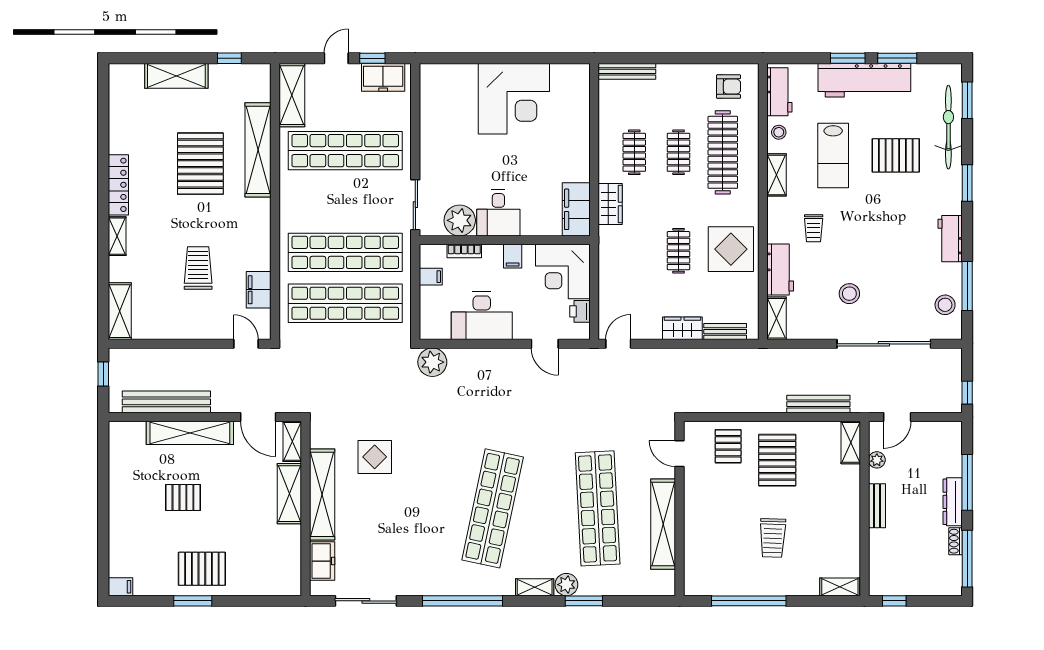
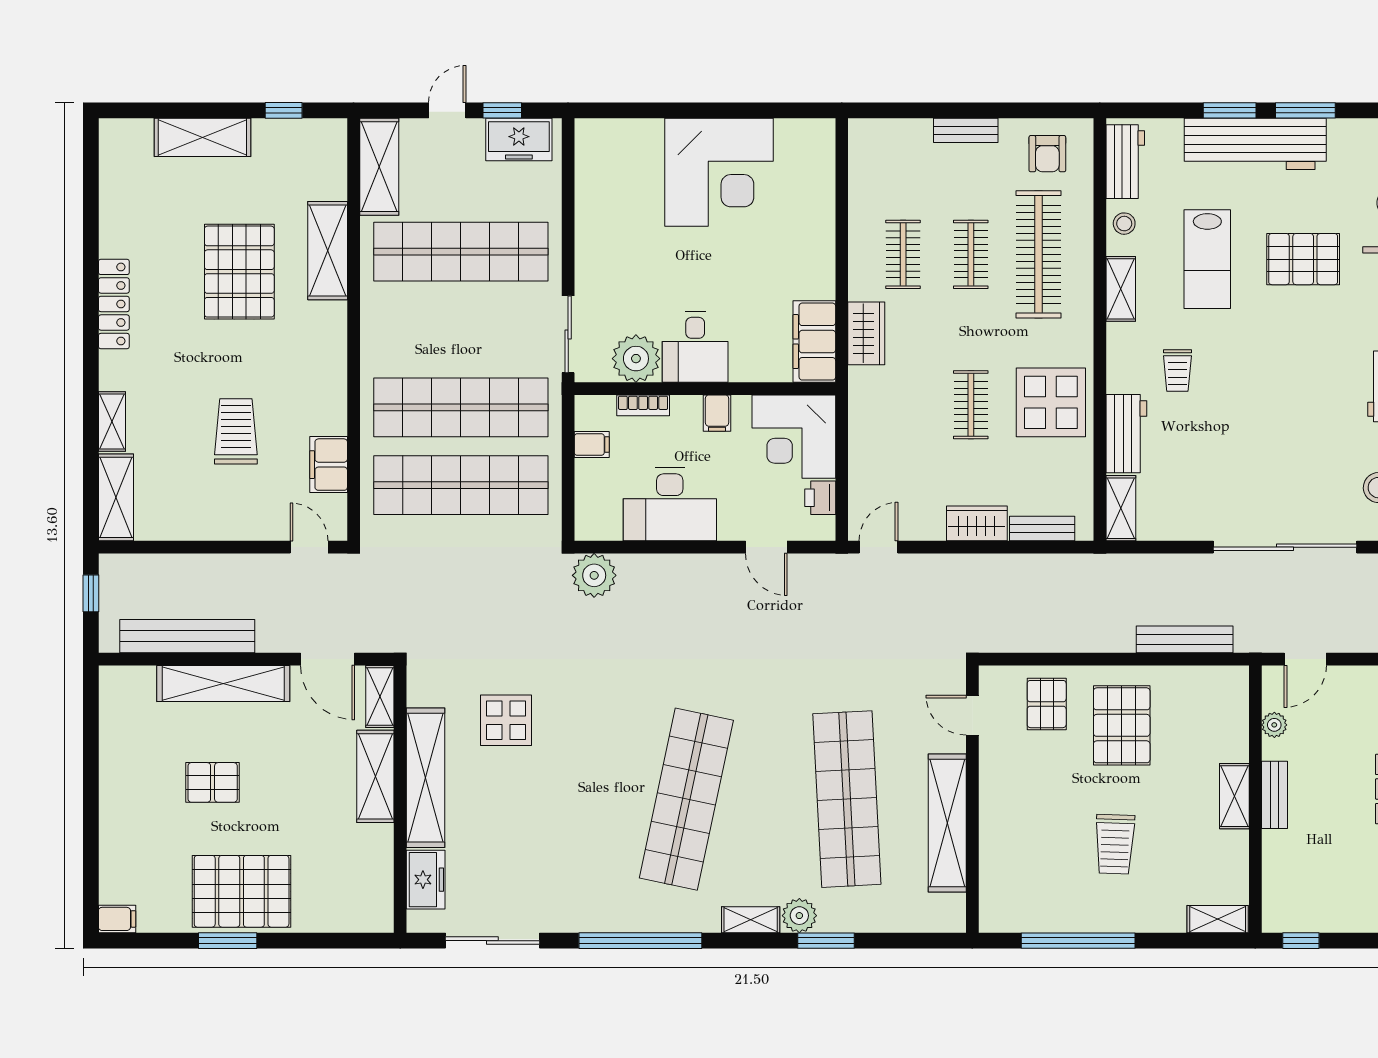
bench: (627, 71) -> (966, 130), moved, width x0.73
armchair: (729, 87) -> (1047, 154), turned 90
shelving: (258, 150) -> (328, 251), width x0.68
shelving: (117, 236) -> (112, 422), moved
stool: (849, 294) -> (1232, 470), removed
shelving: (851, 442) -> (1234, 796), moved
pallet: (202, 569) -> (242, 891), width x1.37, depth x1.41

